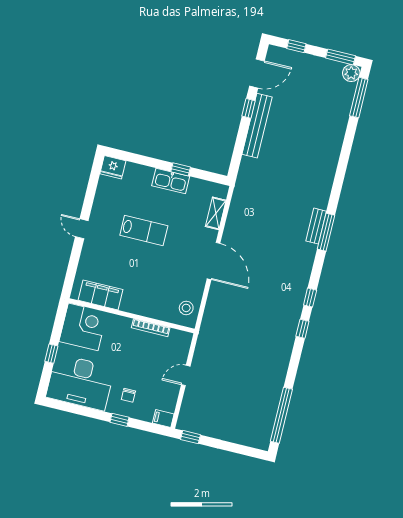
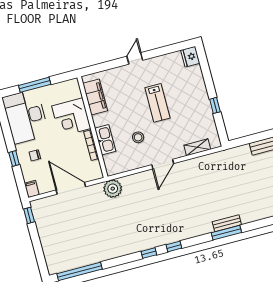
kitchen sink: (171, 181) -> (105, 140), moved, turned 180
door: (214, 261) -> (163, 164), width x0.73
stool: (186, 308) -> (138, 137), moved
corner desk: (83, 327) -> (71, 117), moved, turned 90
plant: (211, 330) -> (113, 189), added
window: (51, 354) -> (35, 85), width x2.17
door: (186, 375) -> (71, 188), width x1.87

